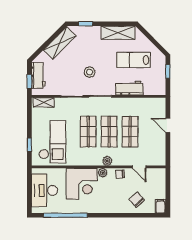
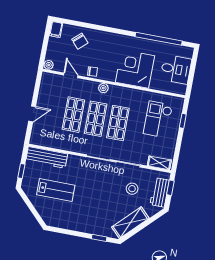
shelving: (118, 33) -> (67, 222), removed
stool: (90, 72) -> (132, 189), moved
workbench: (129, 88) -> (47, 157), moved, width x1.38
door: (168, 125) -> (32, 114), hinge flipped
checkout: (52, 142) -> (158, 119), width x0.73, depth x0.83
plant: (103, 173) -> (49, 65), moved
desk: (45, 190) -> (176, 69), width x0.73

